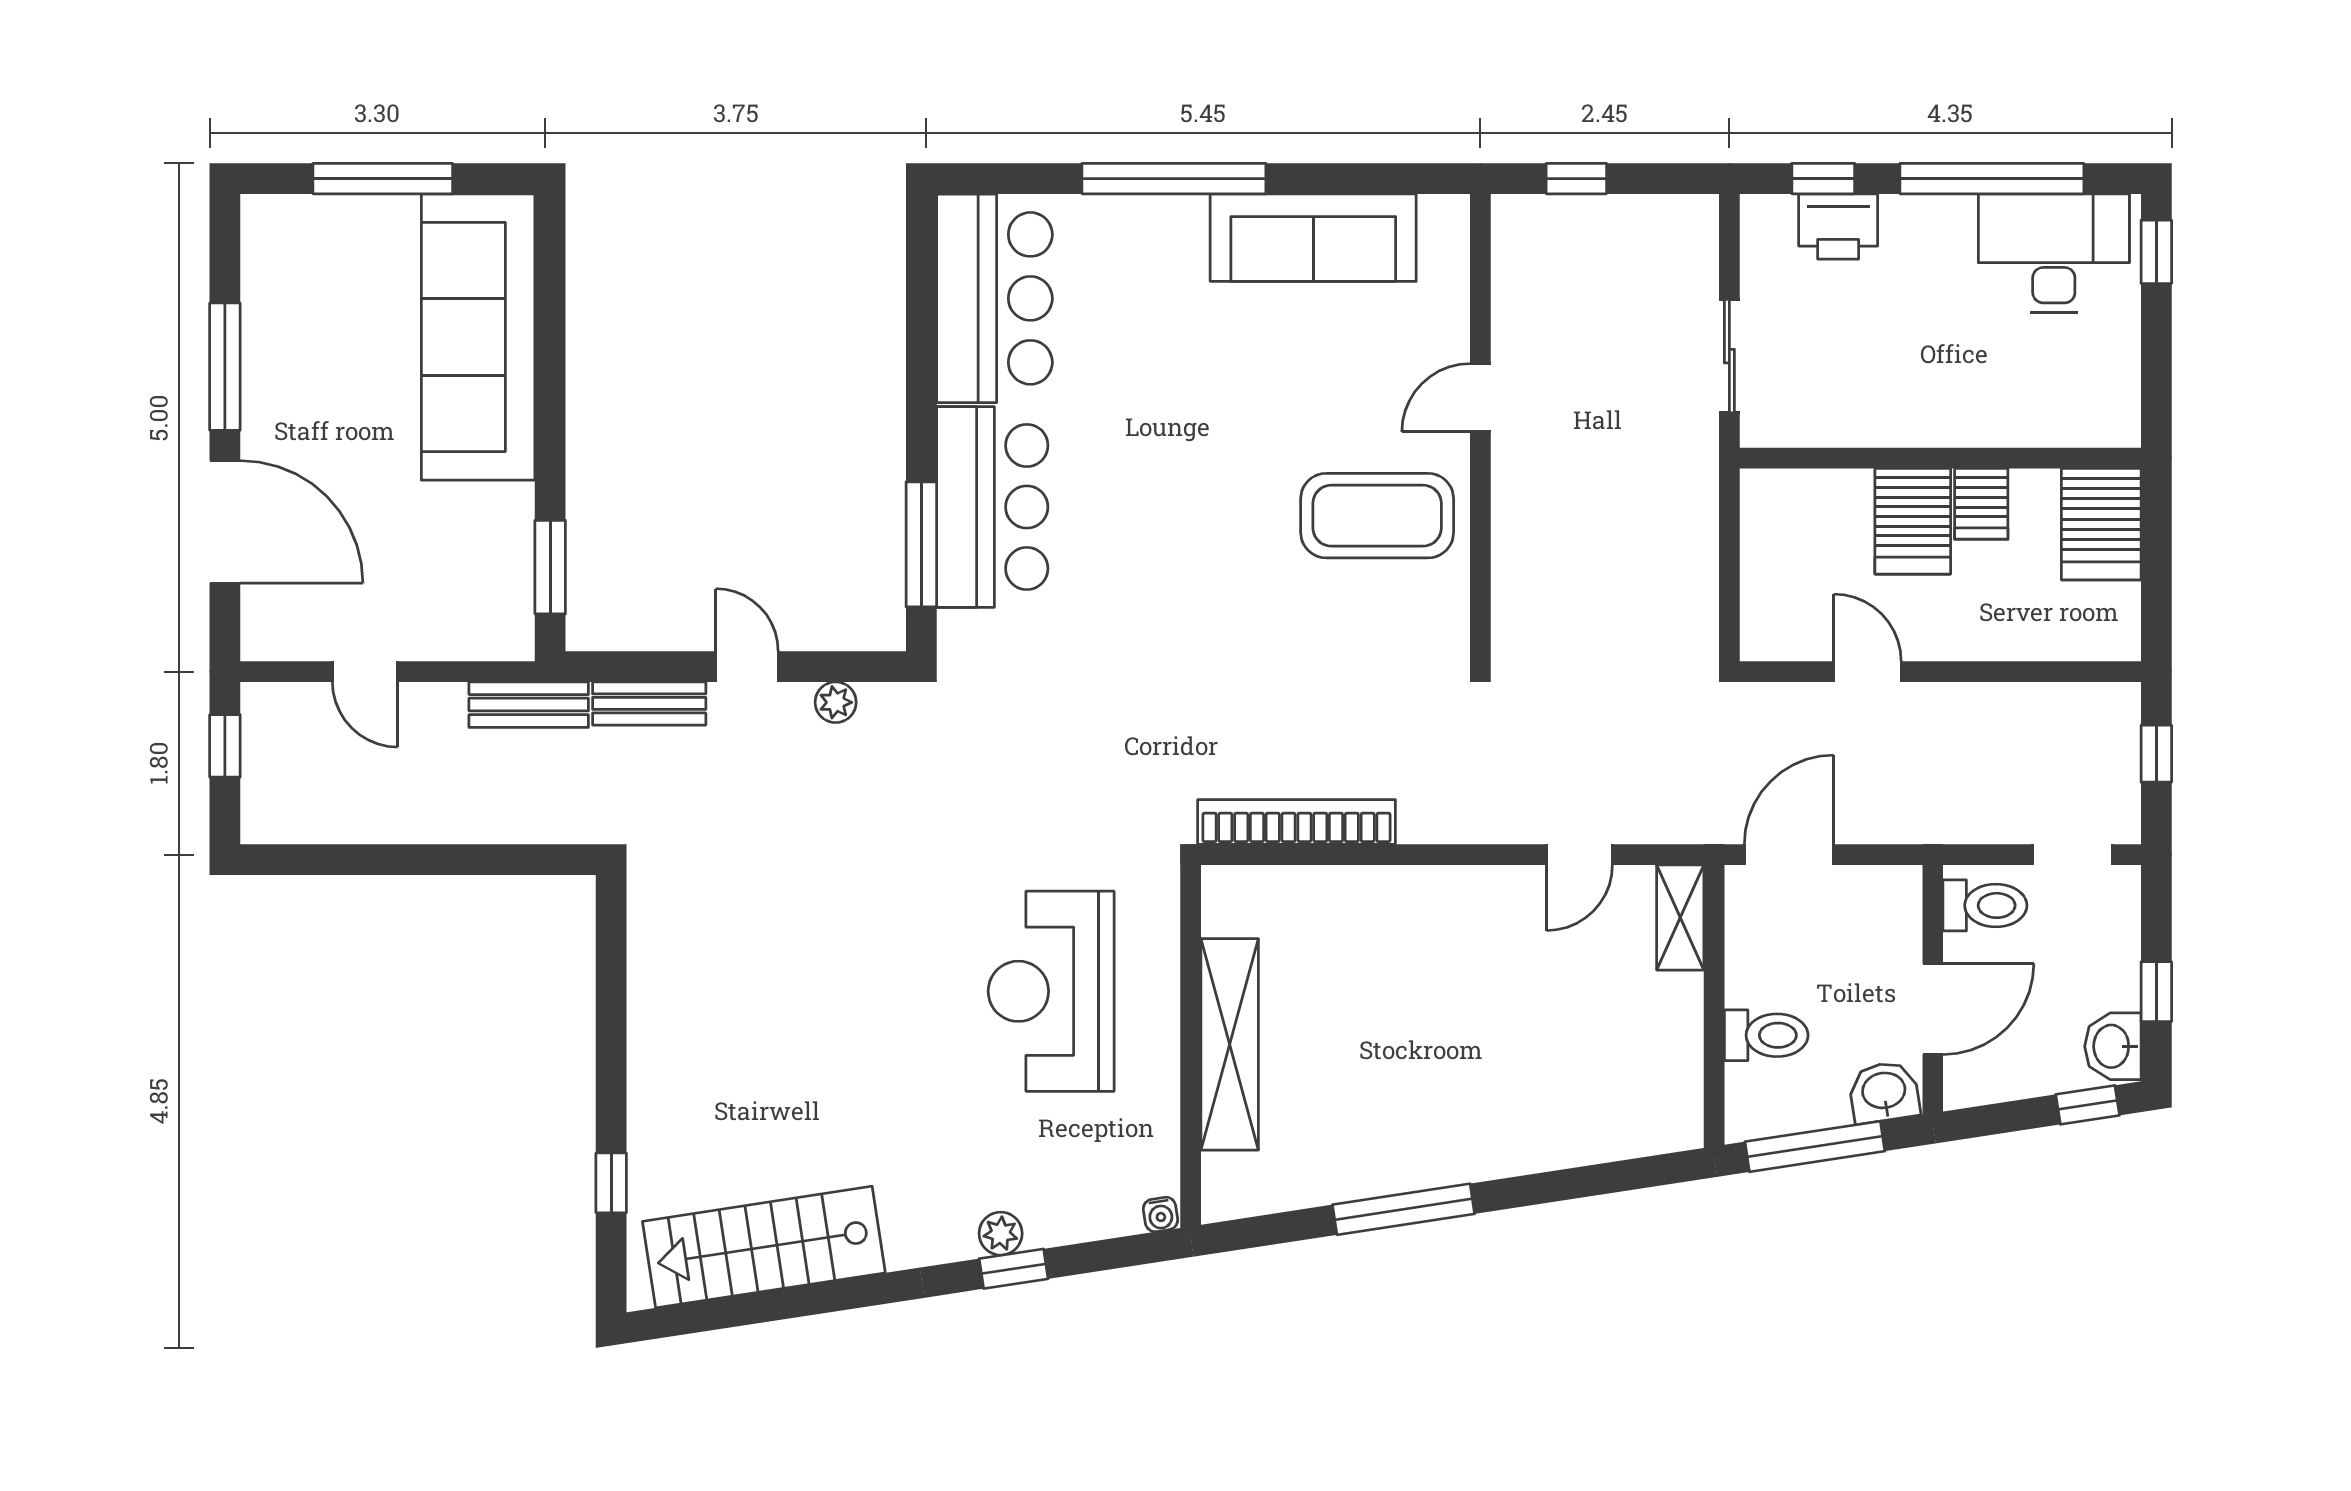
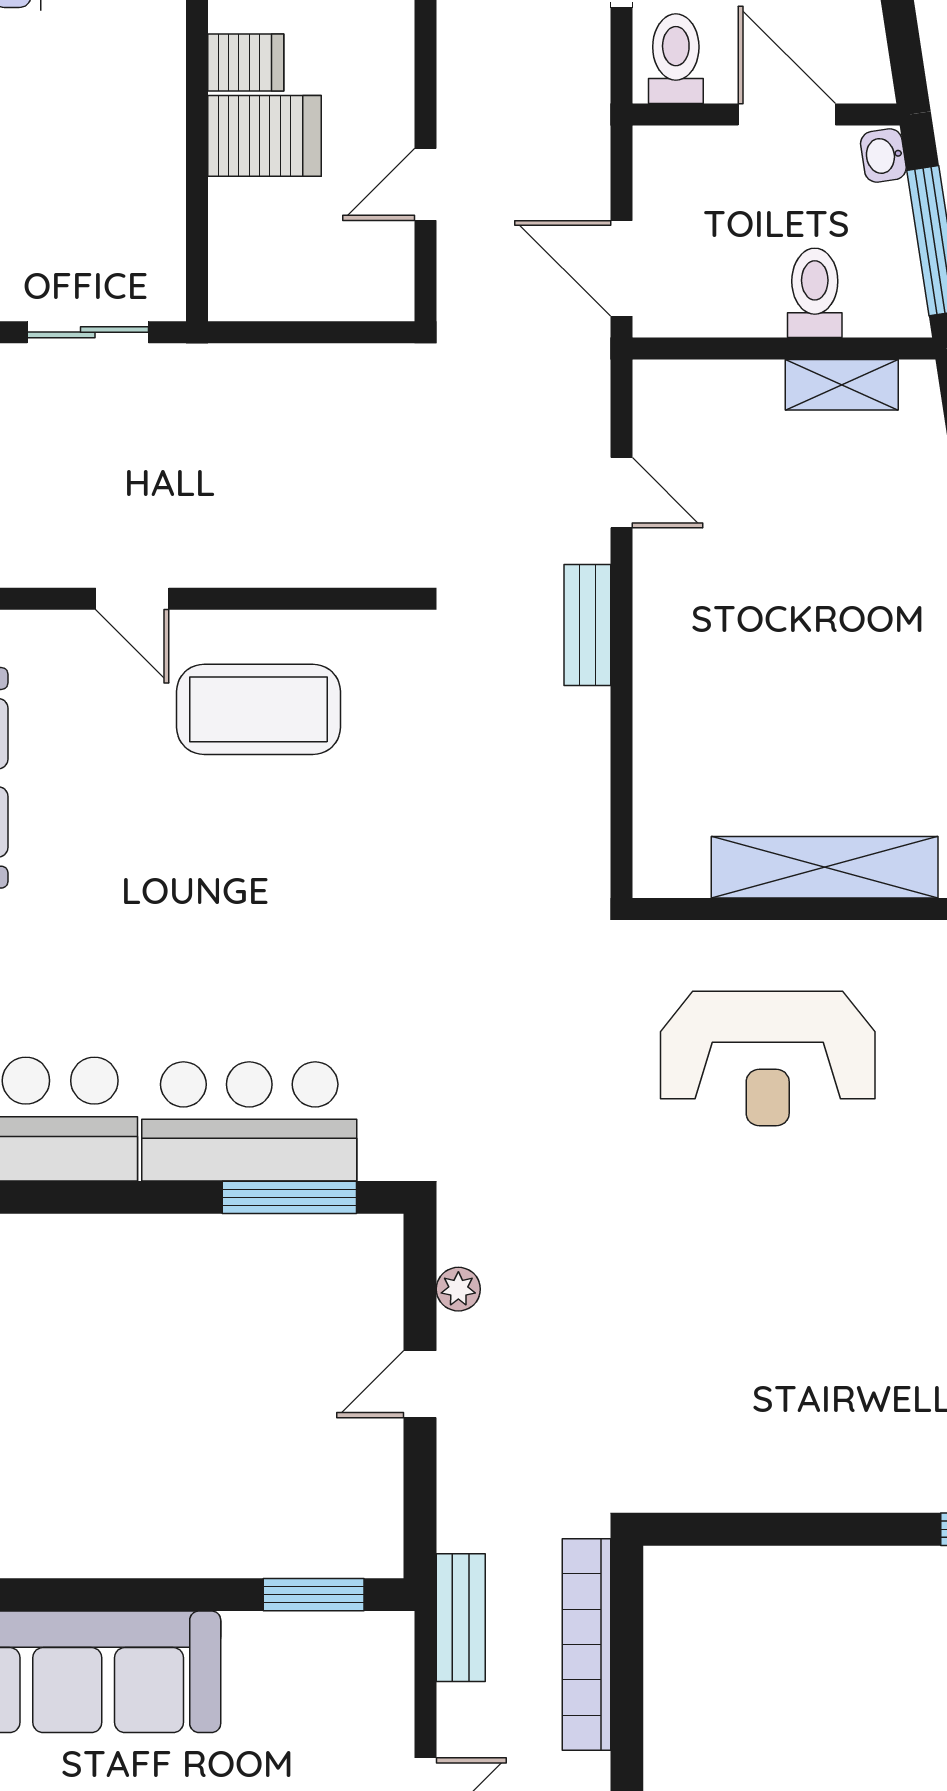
coffee table: (1377, 516) -> (258, 709), turned 90
bench: (649, 703) -> (587, 625), moved
bookcase: (1296, 822) -> (586, 1644), moved
shelving: (1680, 917) -> (842, 385), moved
washbasin: (1884, 1092) -> (883, 156), width x0.72, depth x0.69

